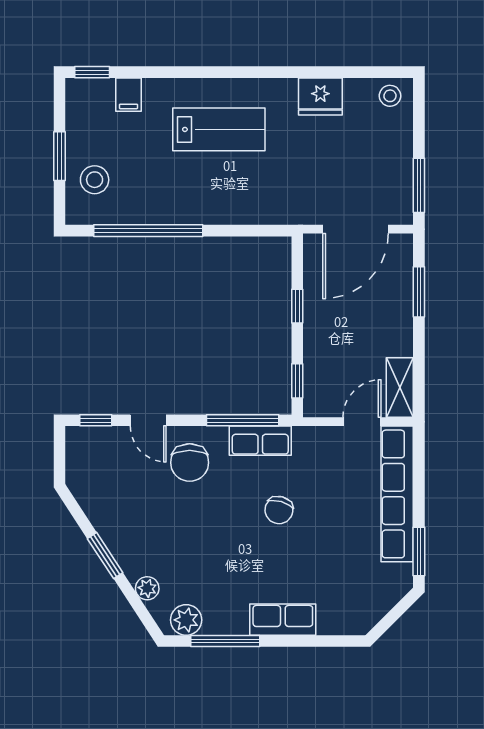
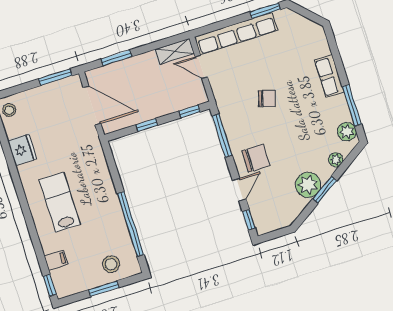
row of seats: (260, 441) -> (231, 122), removed
plant: (121, 532) -> (308, 185), added

